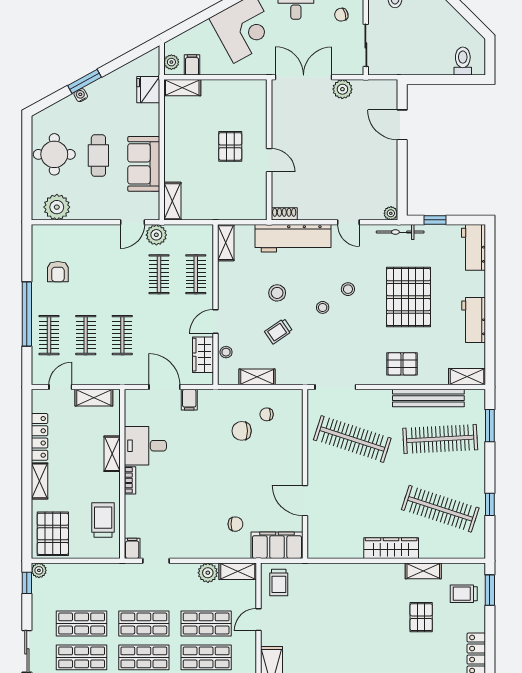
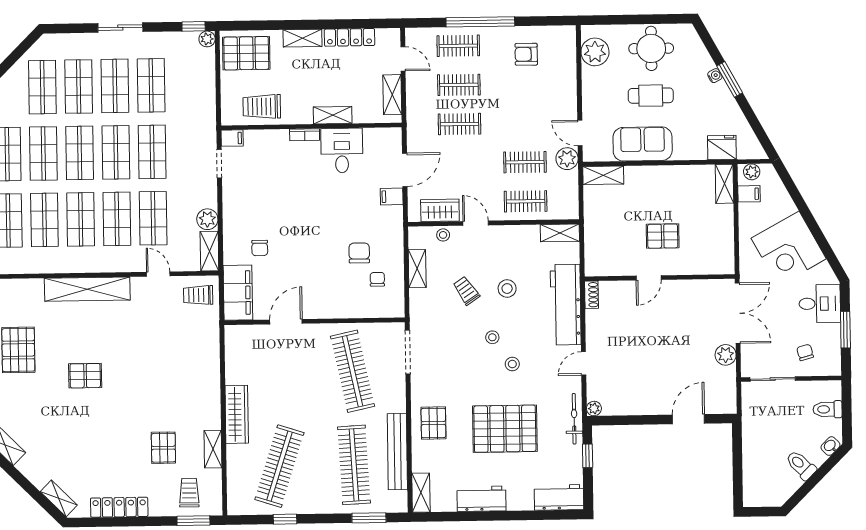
toilet: (463, 61) -> (801, 465), moved, turned -135
clothes rail: (352, 439) -> (352, 371), turned -30
trolley: (103, 520) -> (262, 107), turned 180
pallet: (421, 617) -> (163, 448), turned 90

